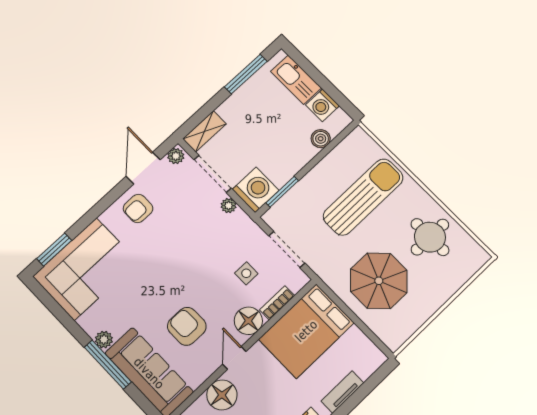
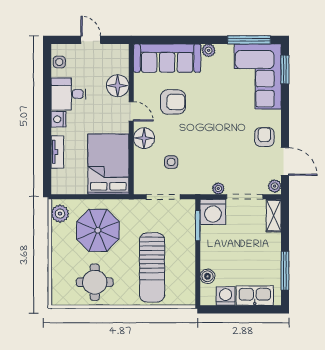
bookcase: (277, 303) -> (139, 163), removed
plant: (399, 332) -> (60, 214), added
window: (108, 365) -> (249, 40), moved

